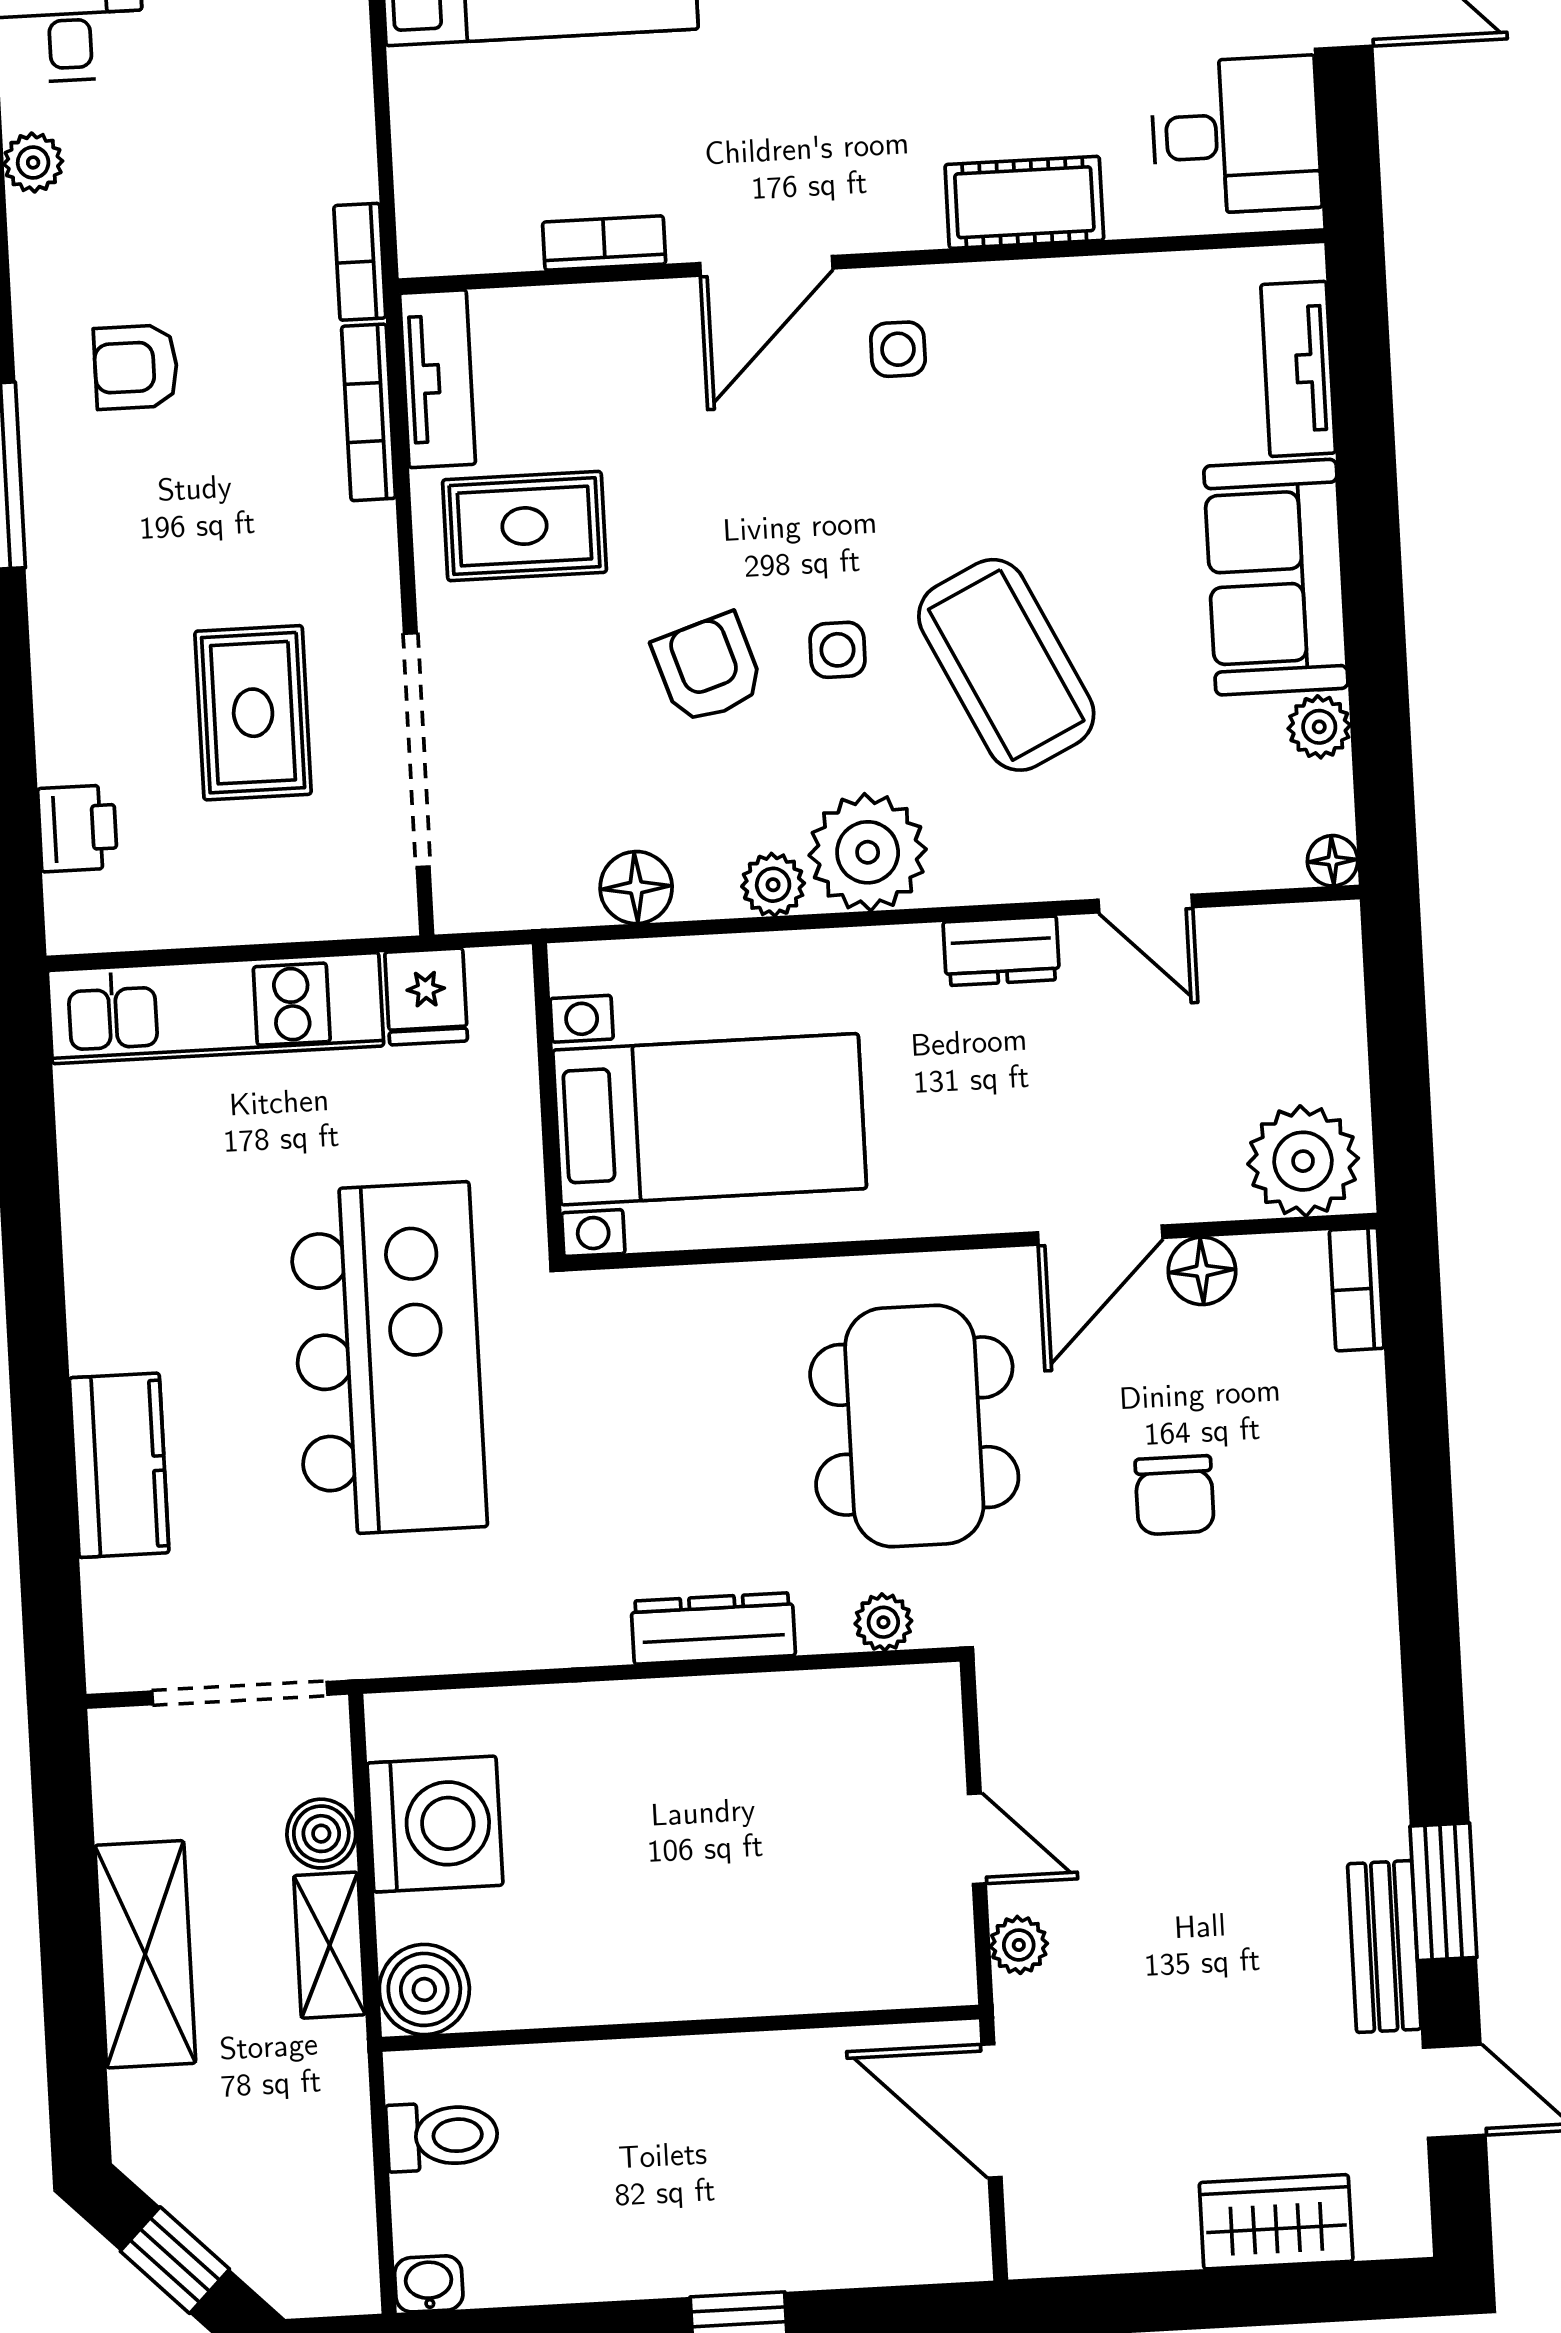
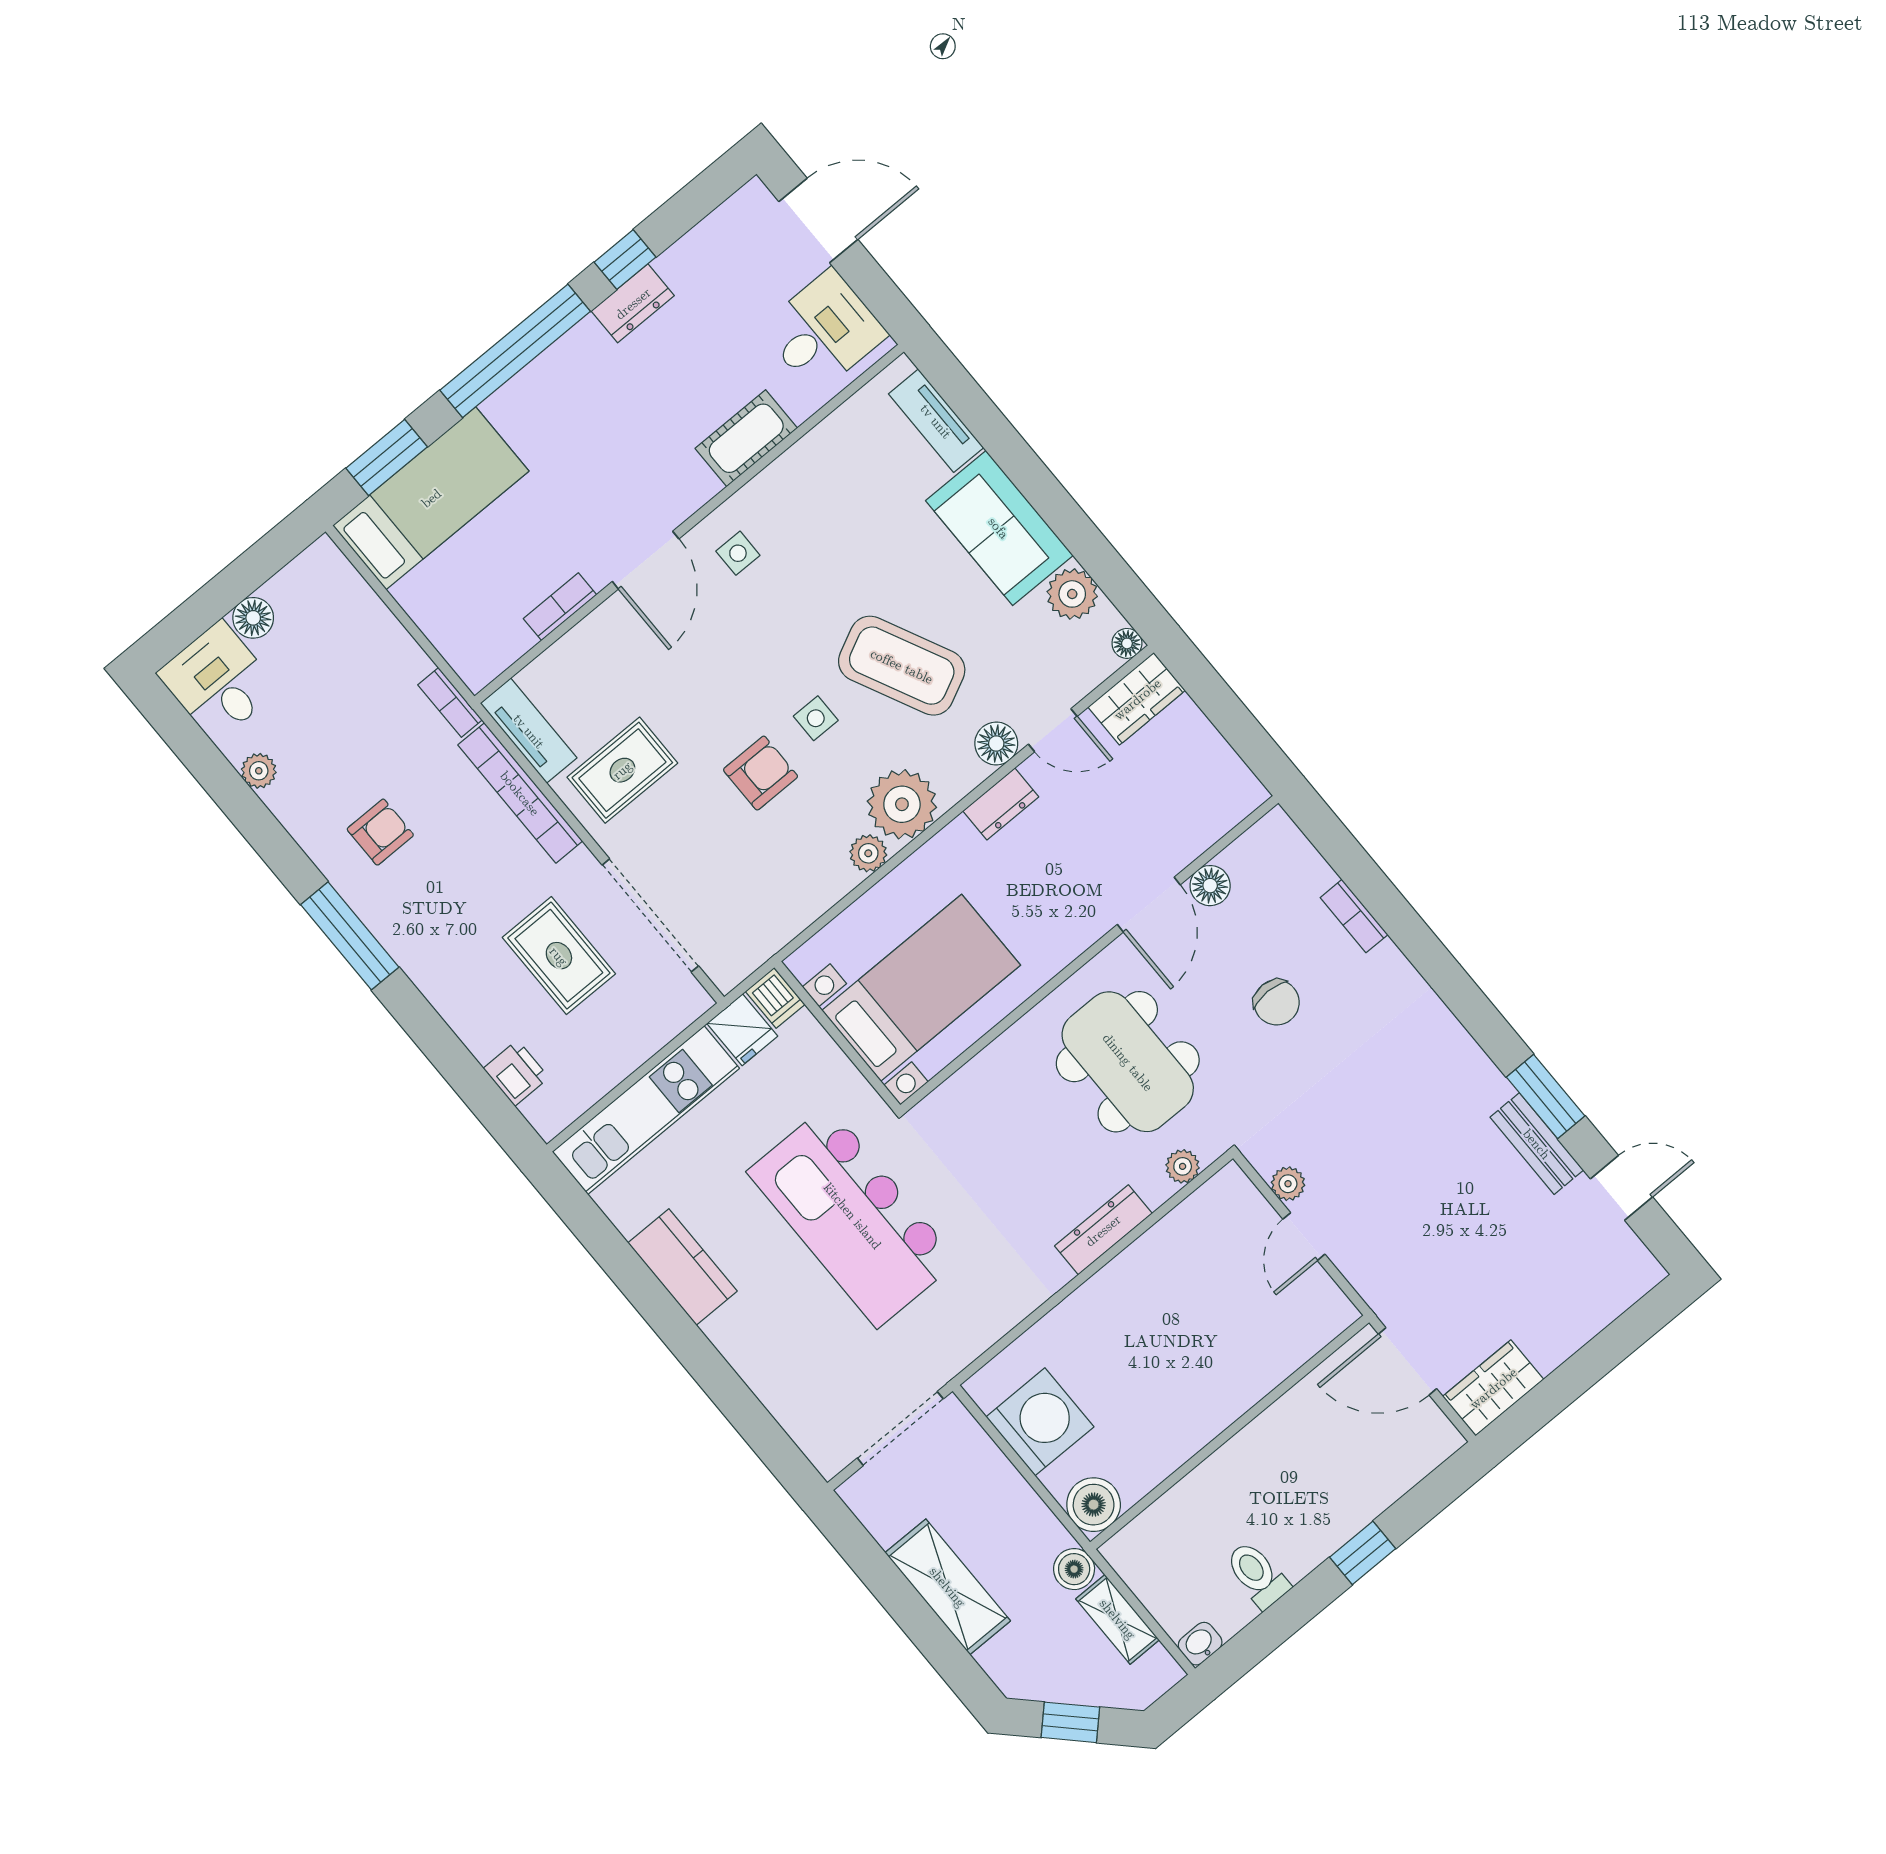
armchair: (136, 367) -> (380, 832), turned 180
bookcase: (369, 412) -> (520, 793), width x1.48, depth x1.31
armchair: (708, 668) -> (761, 773), turned 108
plant: (1319, 727) -> (1072, 594), width x1.38, depth x1.38
floor lamp: (636, 888) -> (996, 743), moved
wardrobe: (1290, 945) -> (1137, 699), added
dishwasher: (502, 986) -> (775, 998), added
plant: (1303, 1161) -> (1219, 797), removed
bookcase: (1357, 1289) -> (1354, 916), moved
kitchen island: (388, 1359) -> (853, 1216), turned 180
kitchen counter: (119, 1465) -> (683, 1267), moved
boiler: (321, 1834) -> (1074, 1569), moved
door: (977, 1839) -> (1304, 1237), swing flipped
shelving: (330, 1945) -> (1118, 1619), moved
plant: (1019, 1945) -> (1288, 1184), moved
toilet: (442, 2136) -> (1257, 1575), moved, turned -90
wardrobe: (1276, 2222) -> (1493, 1388), moved

